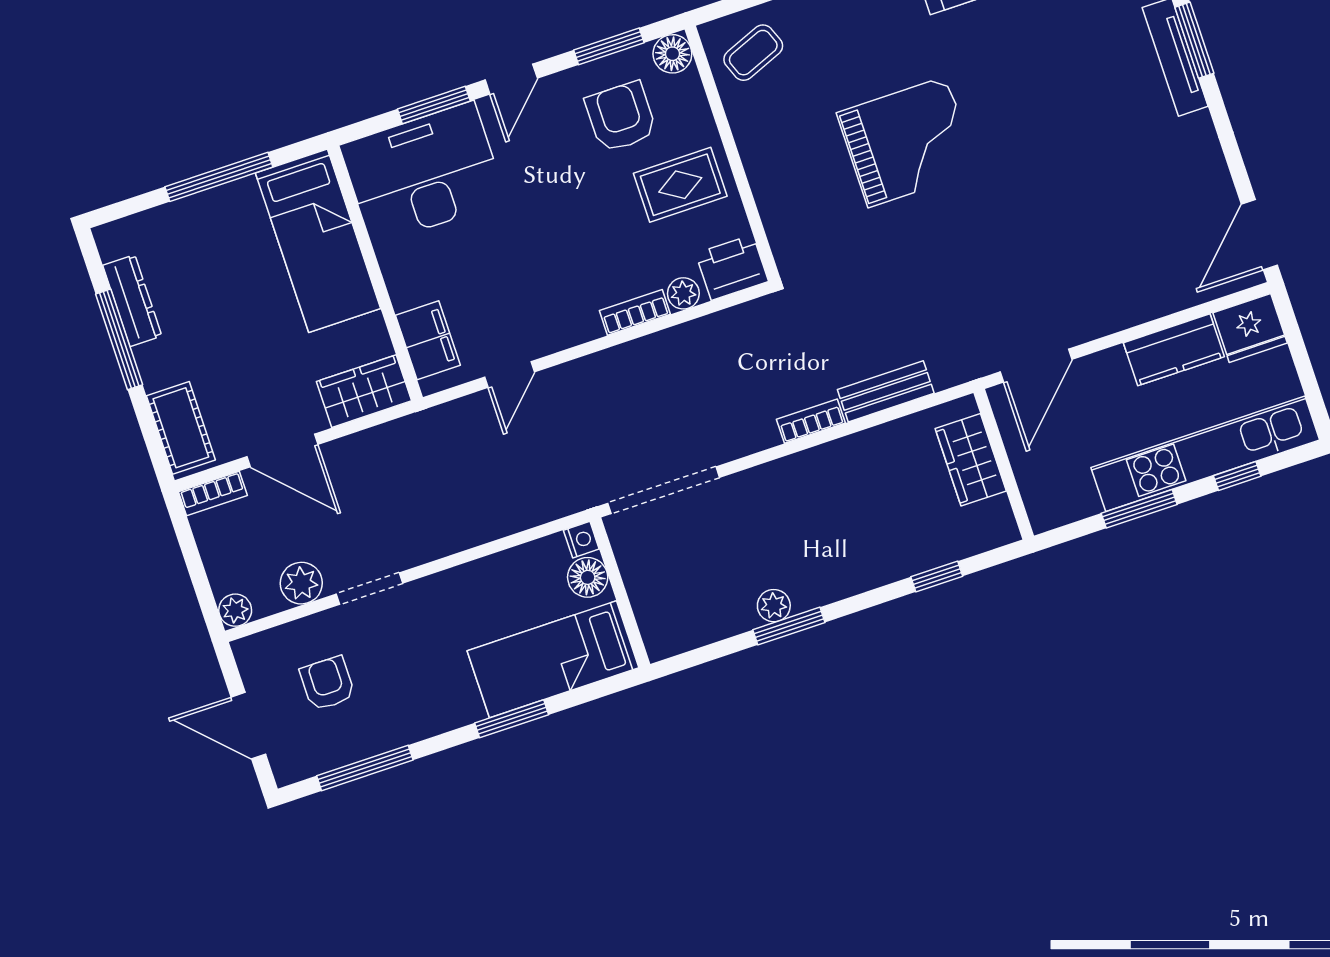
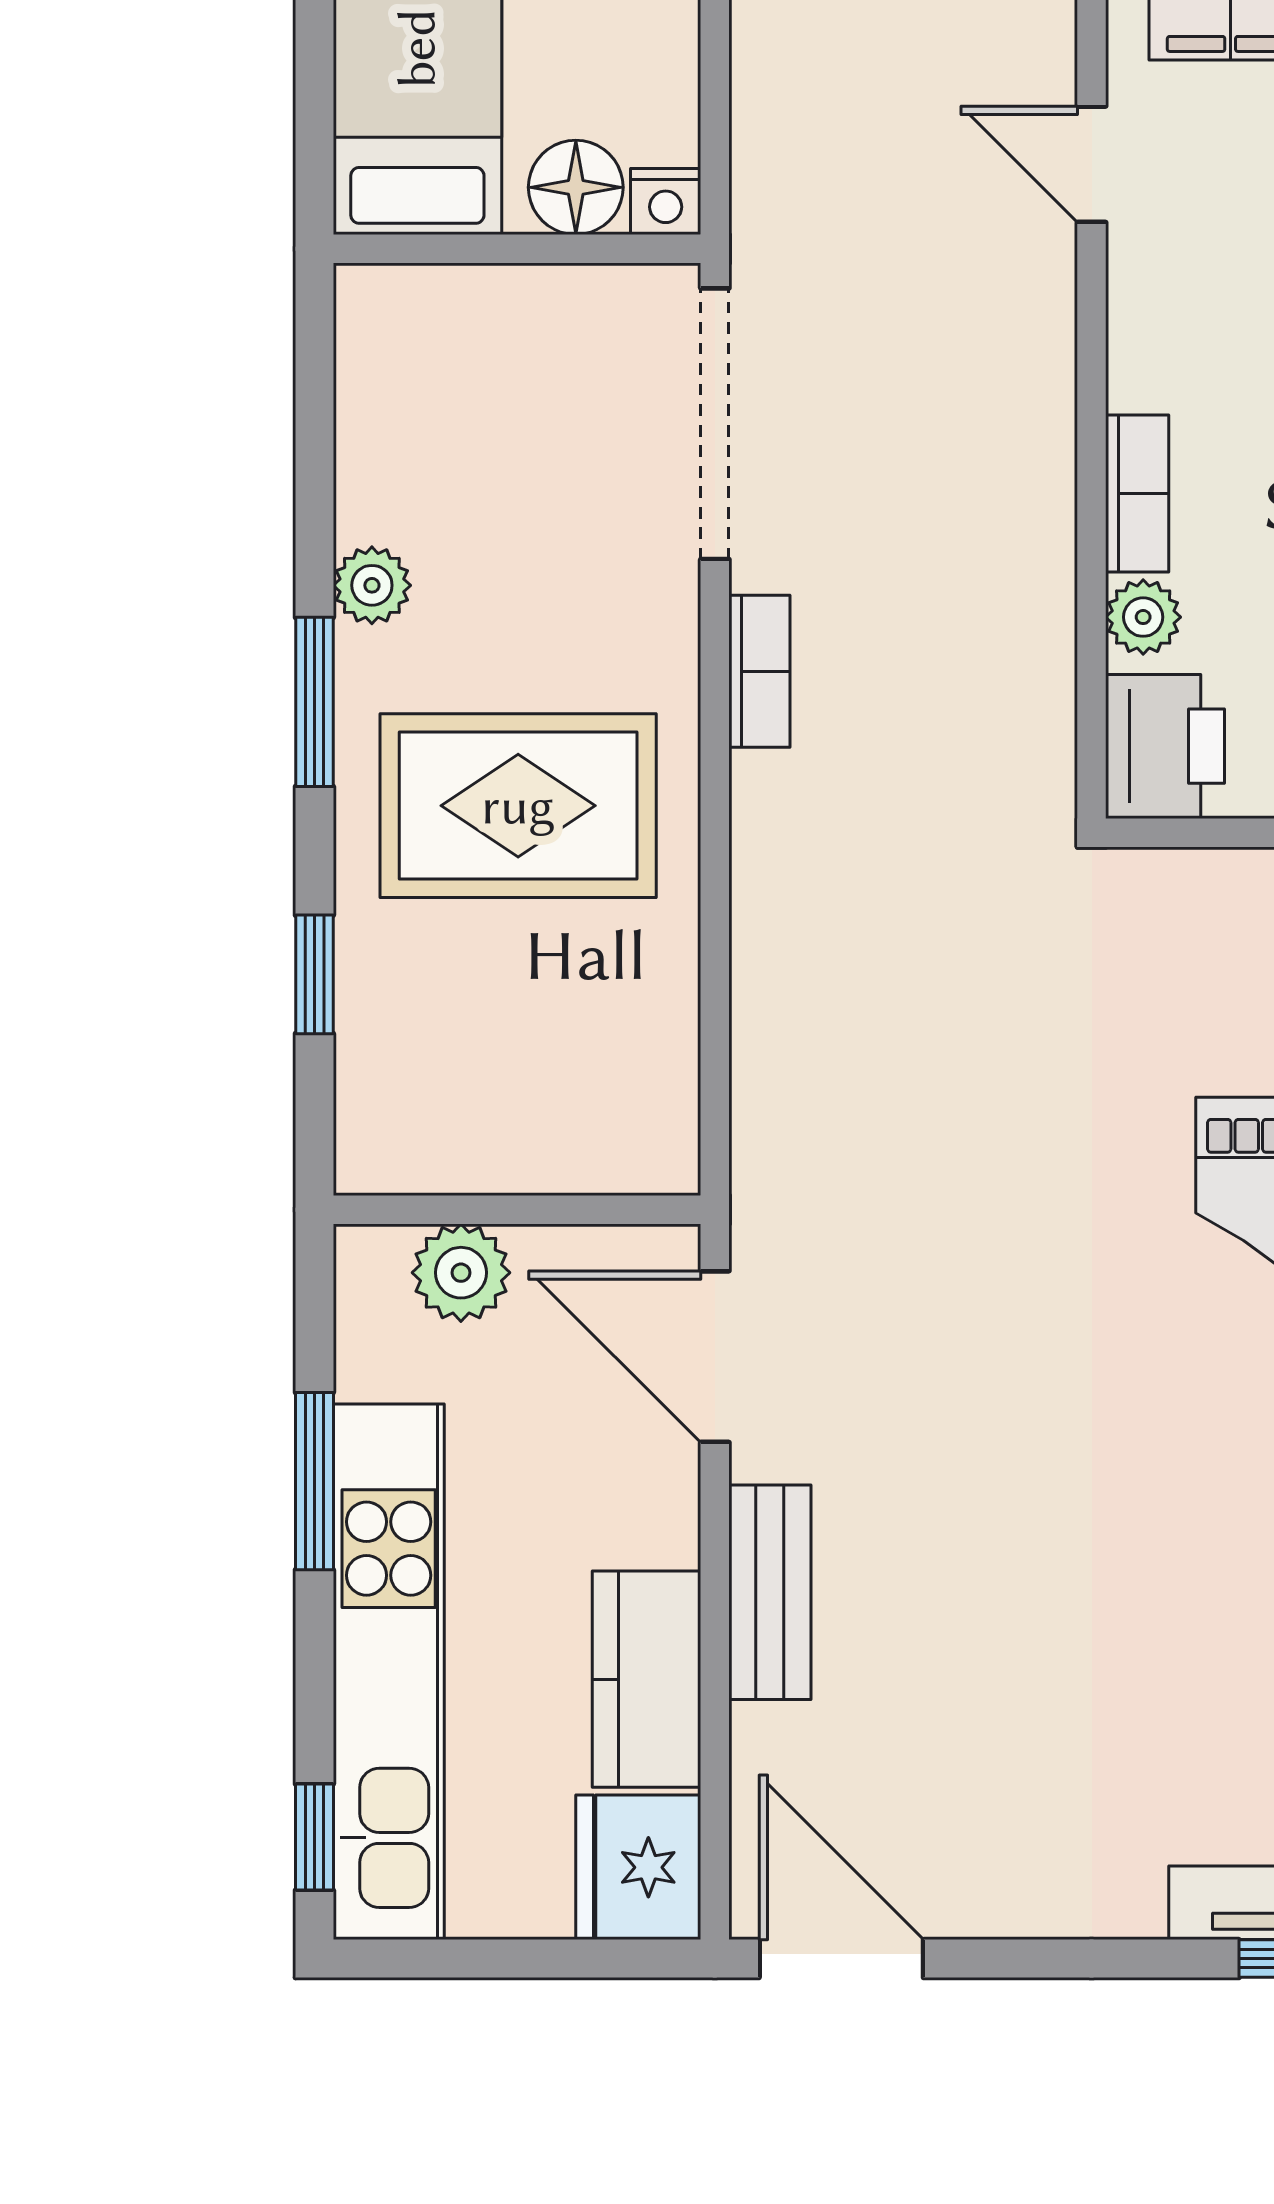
bench: (886, 391) -> (770, 1592), moved
bookcase: (811, 421) -> (759, 671), moved
wardrobe: (971, 460) -> (552, 1139), removed
window: (1237, 476) -> (314, 1837), moved
plant: (1036, 478) -> (461, 1273), added
rug: (842, 518) -> (518, 806), added
window: (789, 626) -> (314, 702), moved

